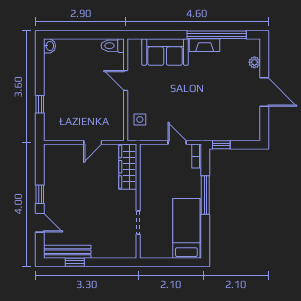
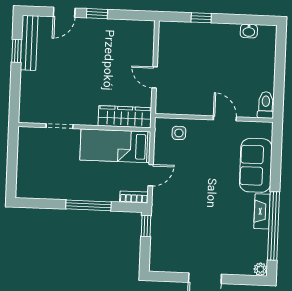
washbasin: (50, 46) -> (249, 31), moved
plant: (254, 62) -> (260, 269), moved
door: (126, 80) -> (225, 118), hinge flipped
bed: (186, 228) -> (115, 146), moved, turned 180

